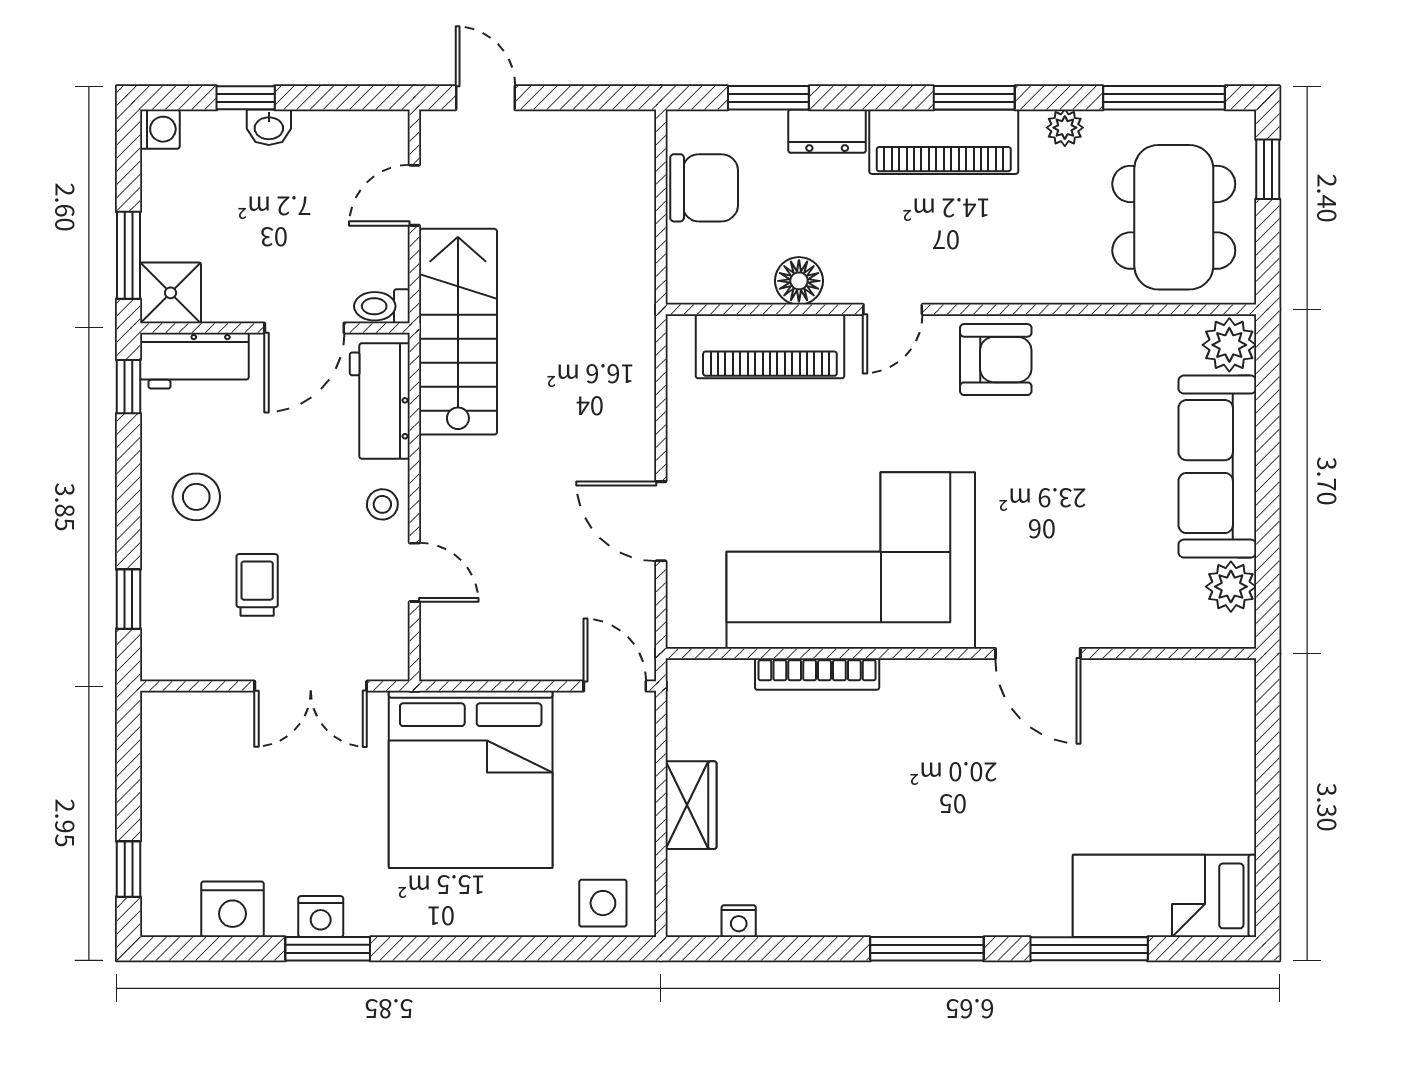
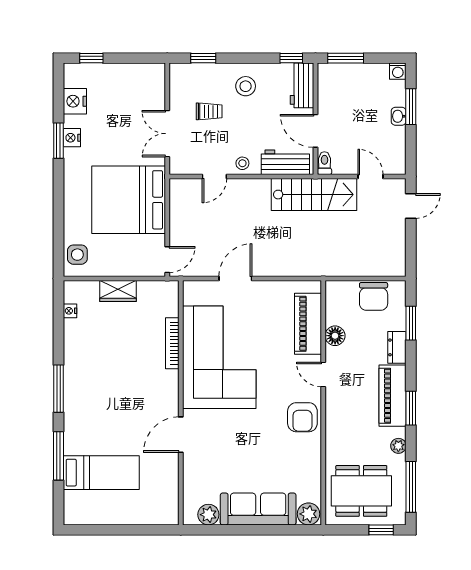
window: (246, 98) -> (411, 107), width x1.50
shower: (171, 293) -> (330, 76), removed
bed: (1164, 896) -> (101, 473), moved, turned 90

